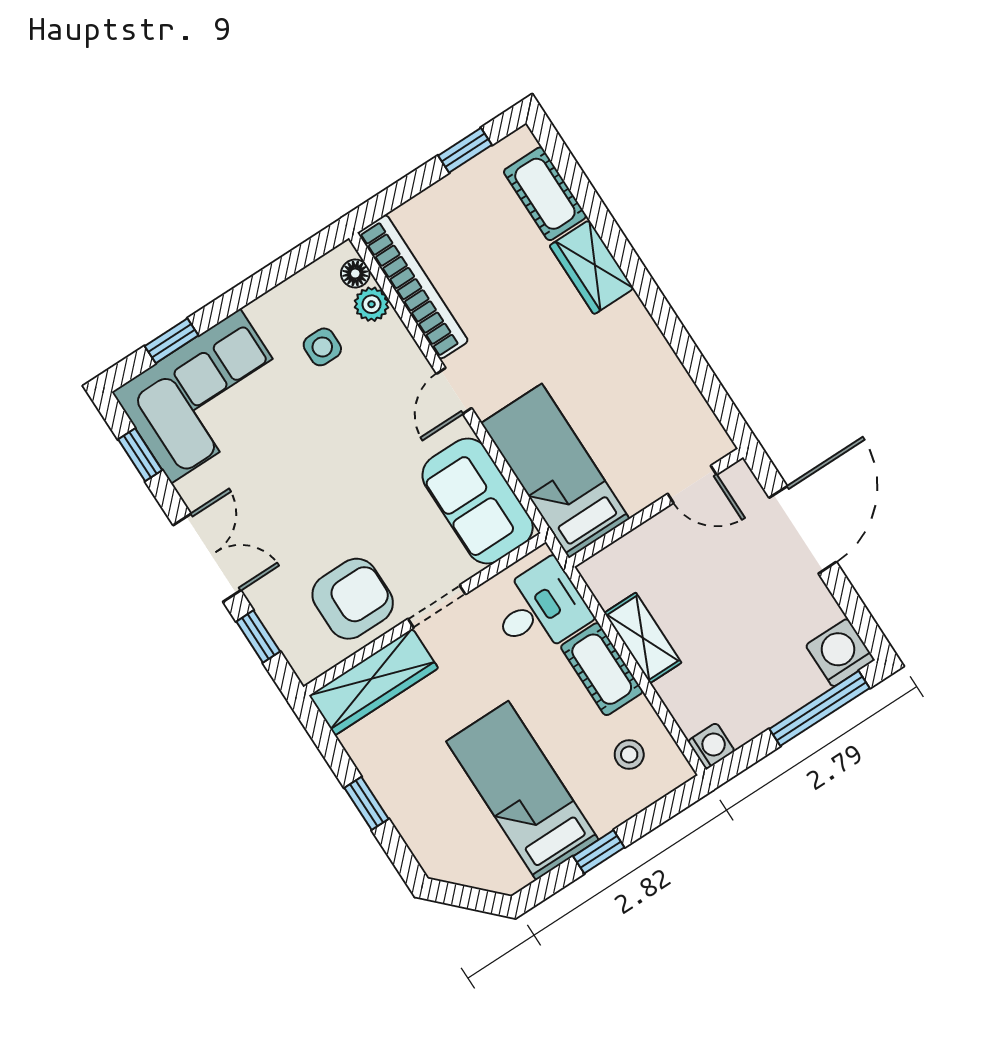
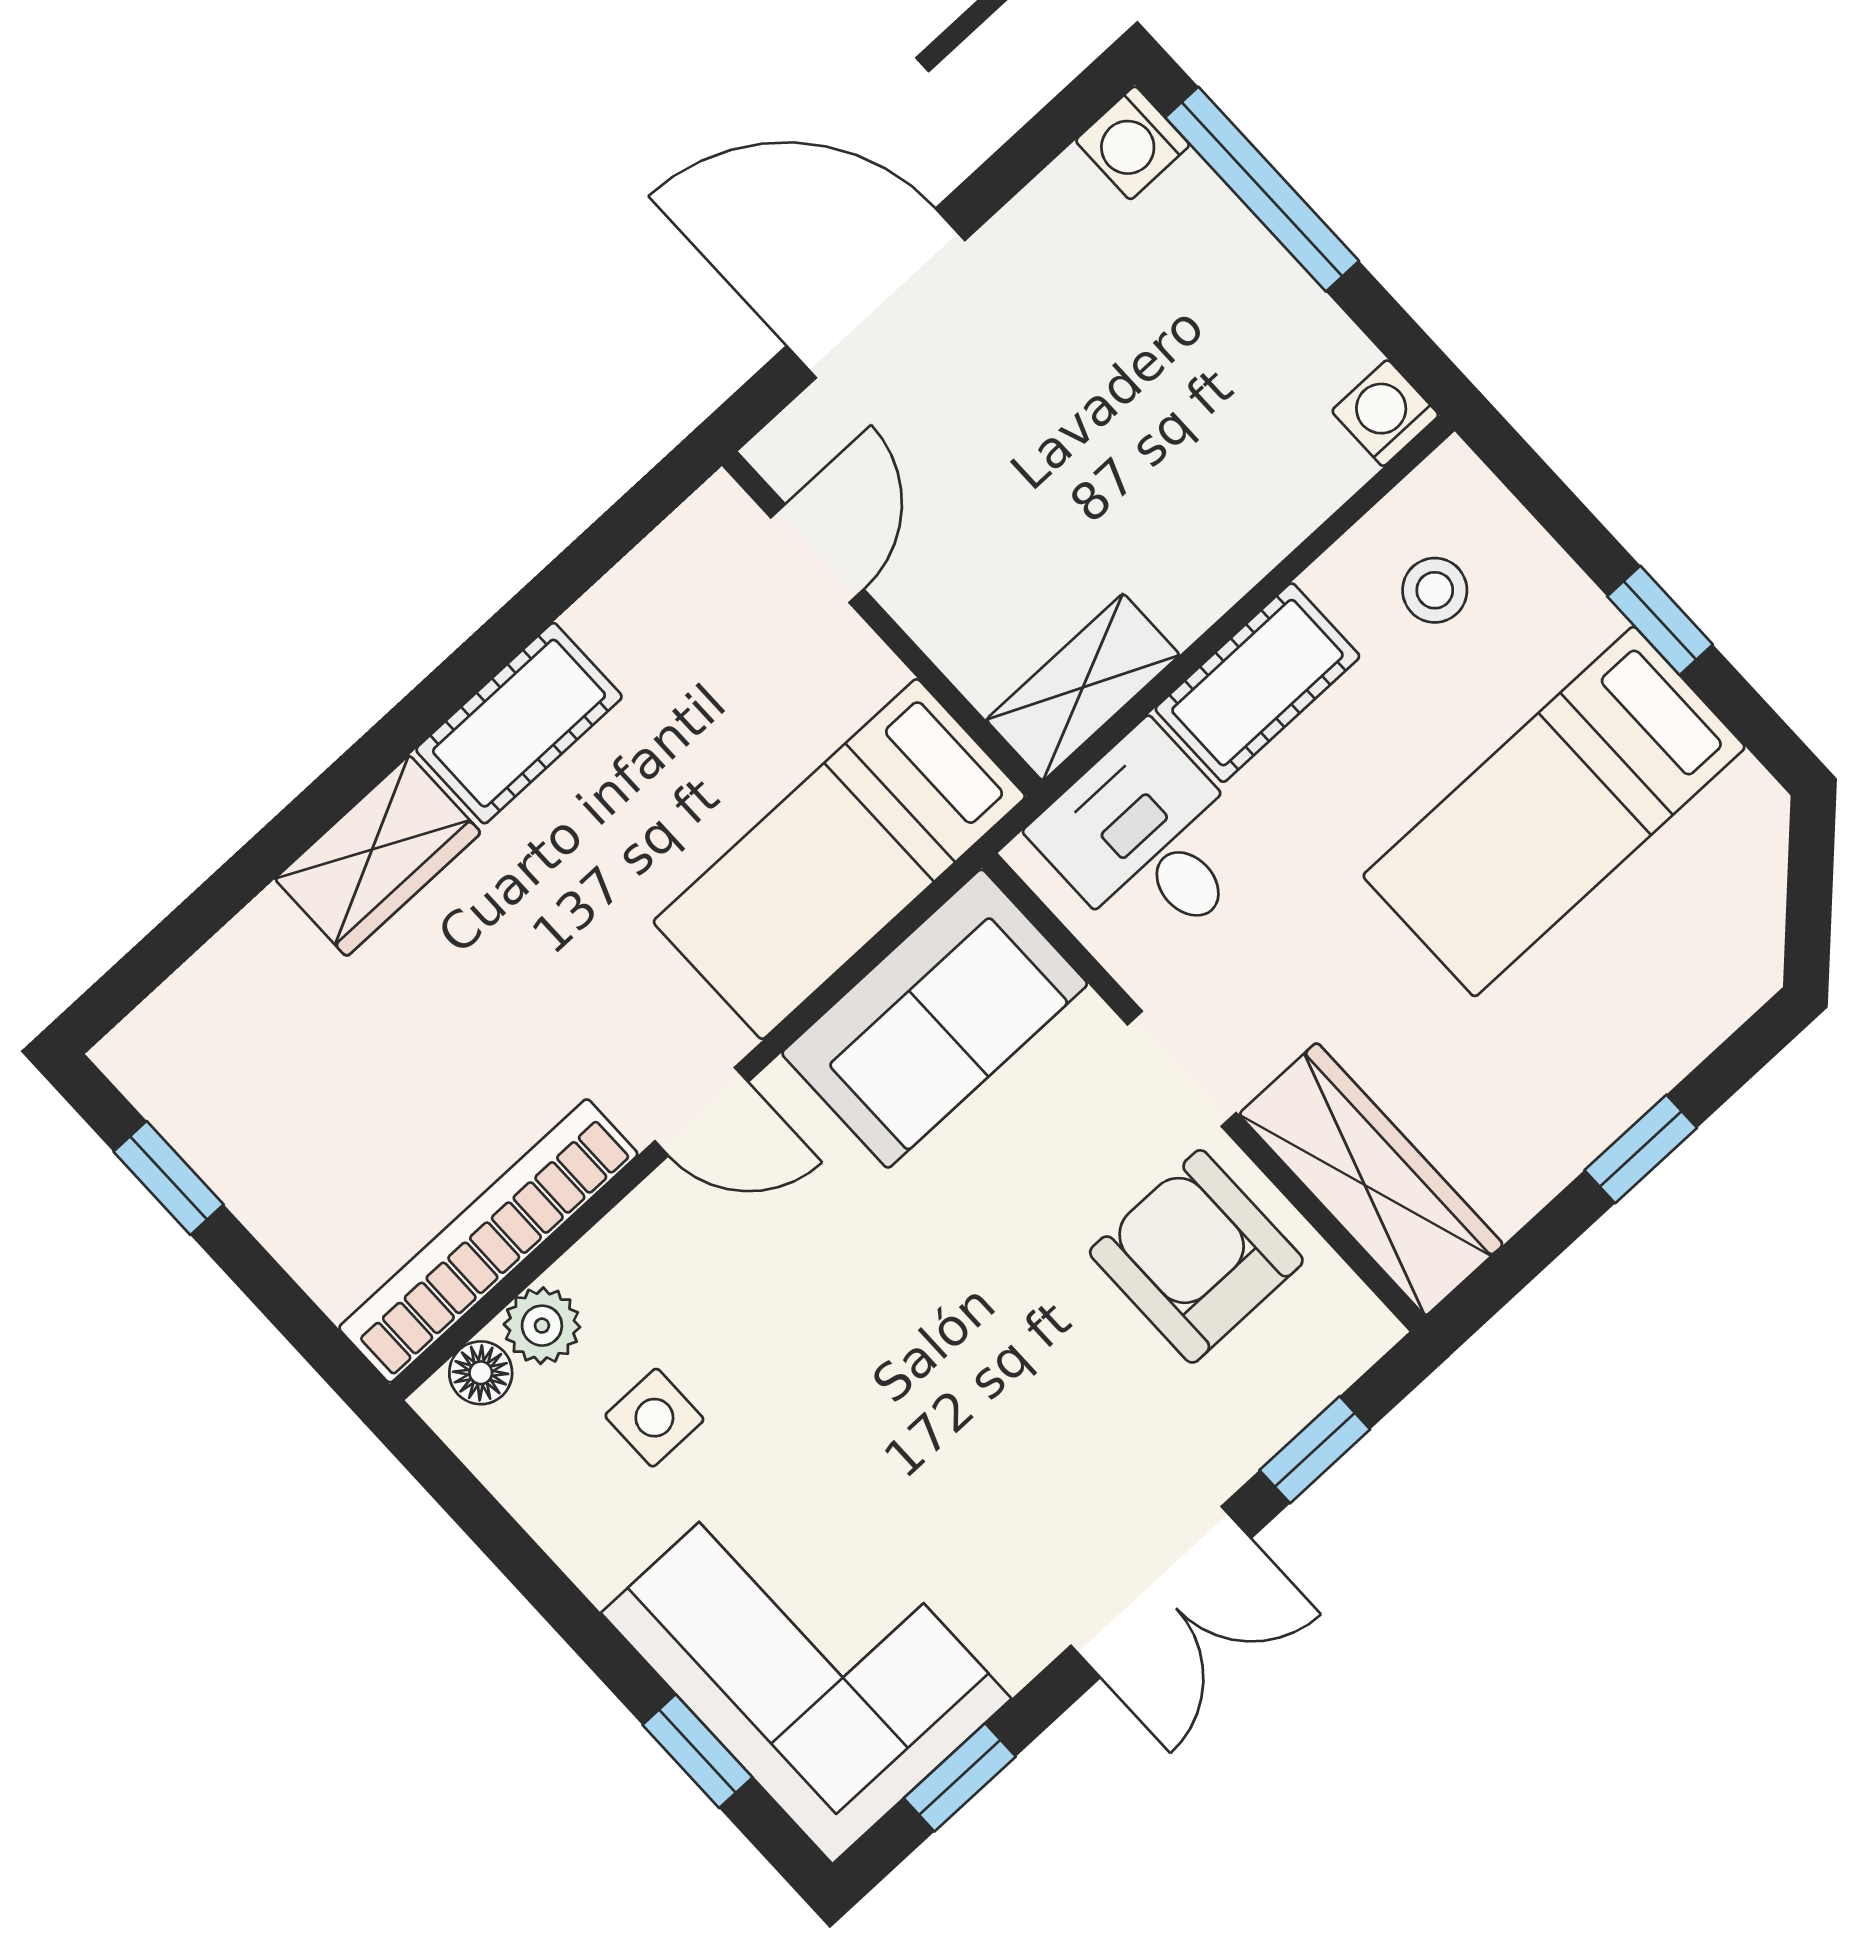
cot: (545, 194) -> (519, 723), moved
double door: (207, 558) -> (1161, 1592), swing flipped
shelving: (643, 638) -> (1083, 687), moved
washing machine: (840, 653) -> (1133, 143), width x0.73, depth x0.73

